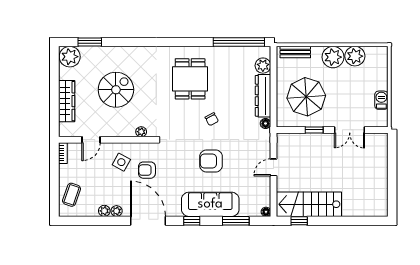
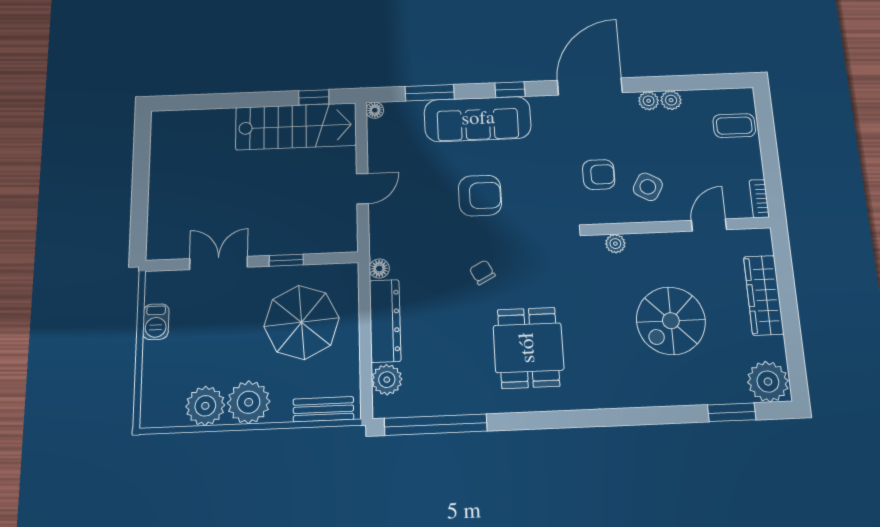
coffee table: (72, 195) -> (734, 126), turned 71
door: (148, 221) -> (590, 86), swing flipped

